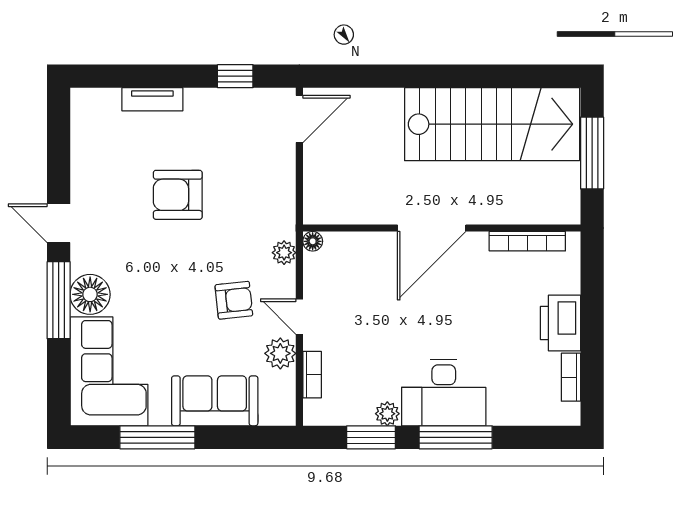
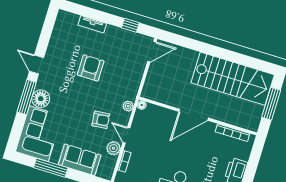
armchair: (178, 195) -> (91, 68), turned 90

